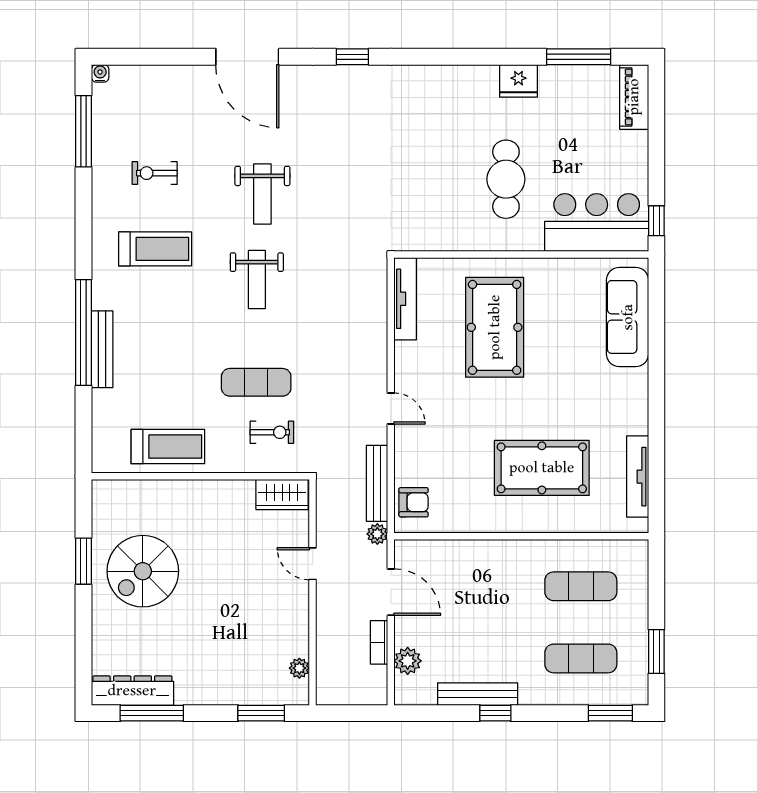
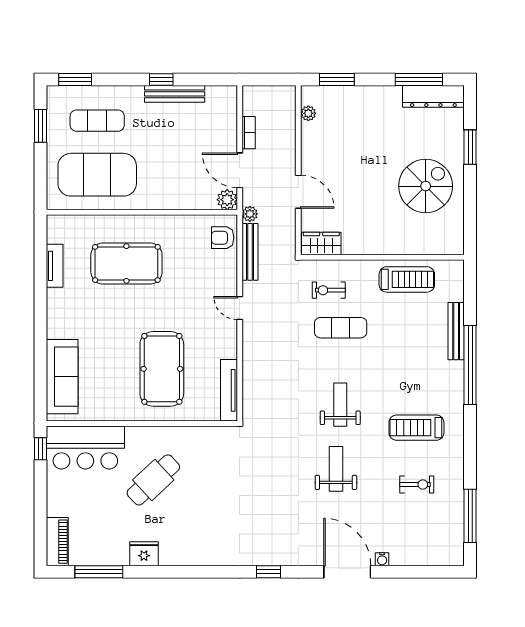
water cooler: (100, 73) -> (382, 559), moved
cafe table: (506, 179) -> (153, 480), turned 47
bench: (102, 349) -> (456, 331), moved
treadmill: (168, 447) -> (407, 279), turned 180
tv unit: (638, 477) -> (55, 266), width x0.71
window: (83, 561) -> (470, 147), moved
door: (313, 564) -> (298, 192), width x1.38
exercise mat: (581, 586) -> (97, 175), width x2.00, depth x1.45
plant: (408, 661) -> (227, 200), moved

